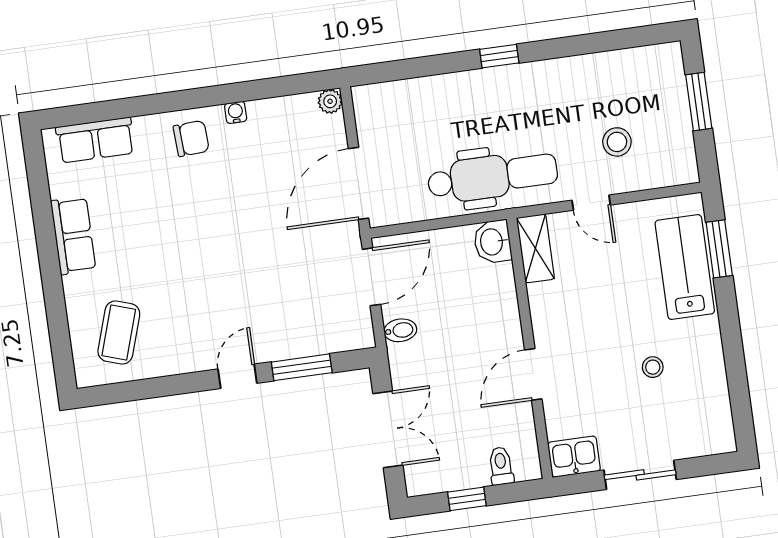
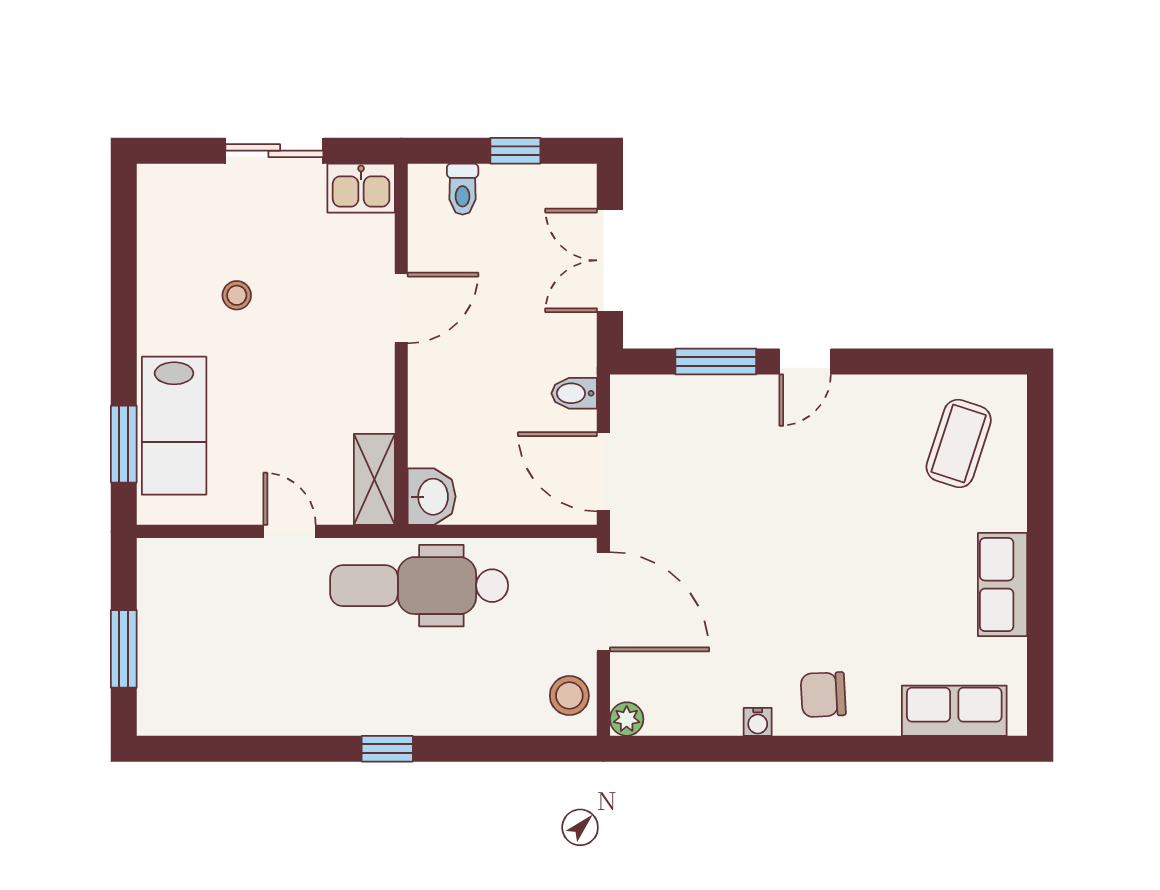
stool: (617, 142) -> (569, 696), moved
door: (358, 183) -> (603, 602), hinge flipped
door: (371, 277) -> (603, 472), hinge flipped

